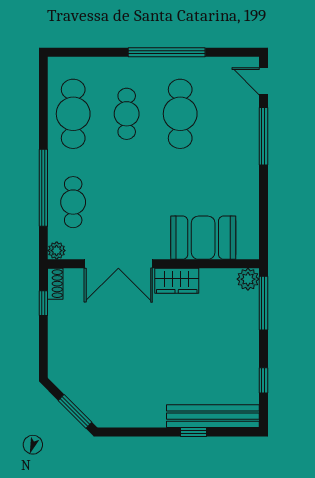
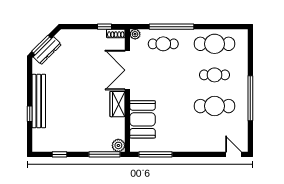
door: (263, 81) -> (233, 154), hinge flipped
window: (263, 136) -> (155, 154), moved
dresser: (85, 401) -> (47, 51), added
bench: (213, 416) -> (39, 101), moved

